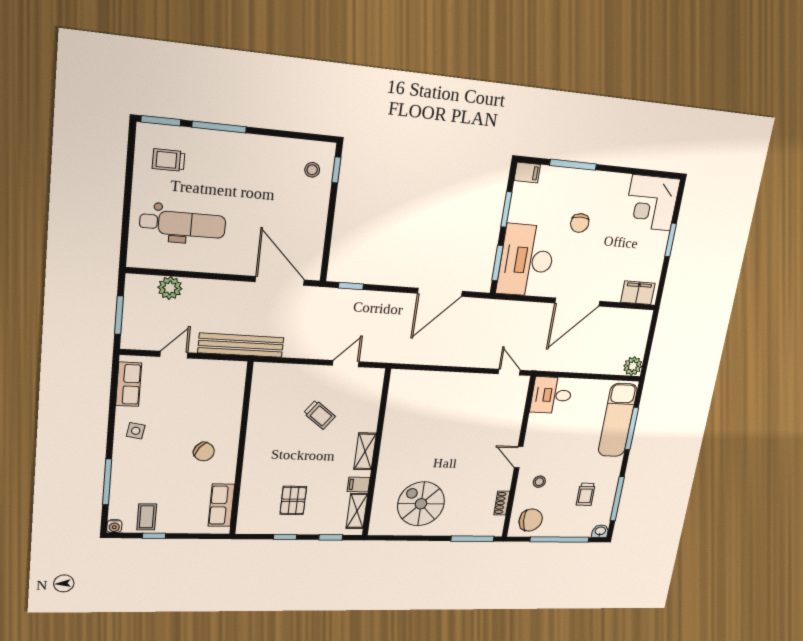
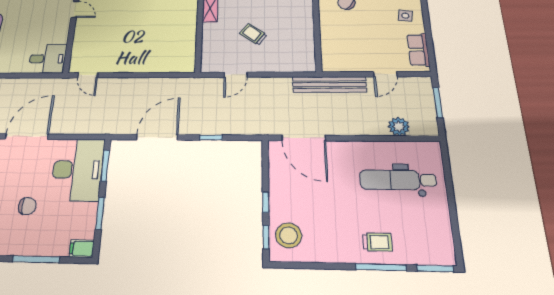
trolley: (169, 160) -> (377, 242), moved
stool: (312, 170) -> (289, 235), width x1.89, depth x1.89
window: (332, 209) -> (266, 202), added
chair: (580, 223) -> (27, 206), turned 90
window: (351, 286) -> (211, 138), moved

